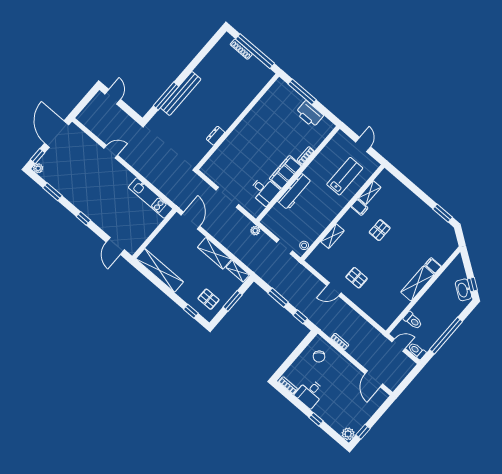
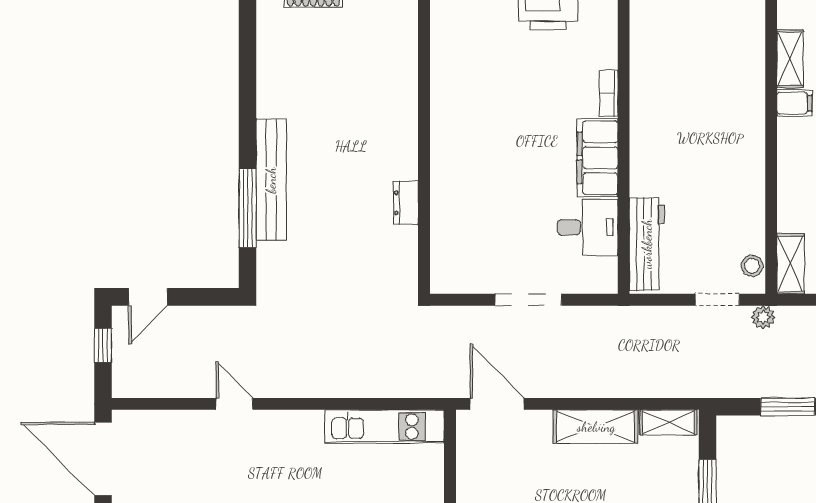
door: (113, 97) -> (148, 297), swing flipped
window: (86, 100) -> (103, 345), added
door: (111, 152) -> (234, 404), hinge flipped
lab bench: (345, 176) -> (716, 68), removed
workbench: (295, 192) -> (647, 244), moved
plant: (255, 231) -> (763, 317), moved
shelving: (332, 236) -> (790, 264), moved

